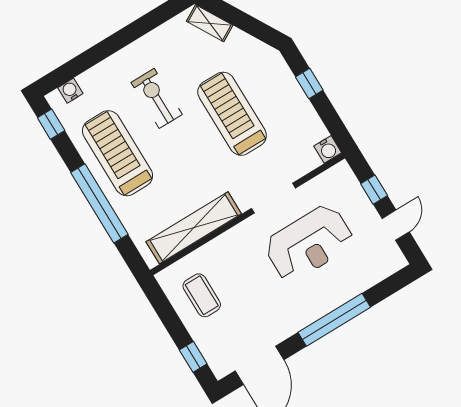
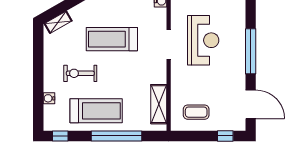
water cooler: (70, 91) -> (49, 98), moved
treadmill: (117, 153) -> (96, 111), turned 180
shelving: (194, 228) -> (159, 104), width x0.68

